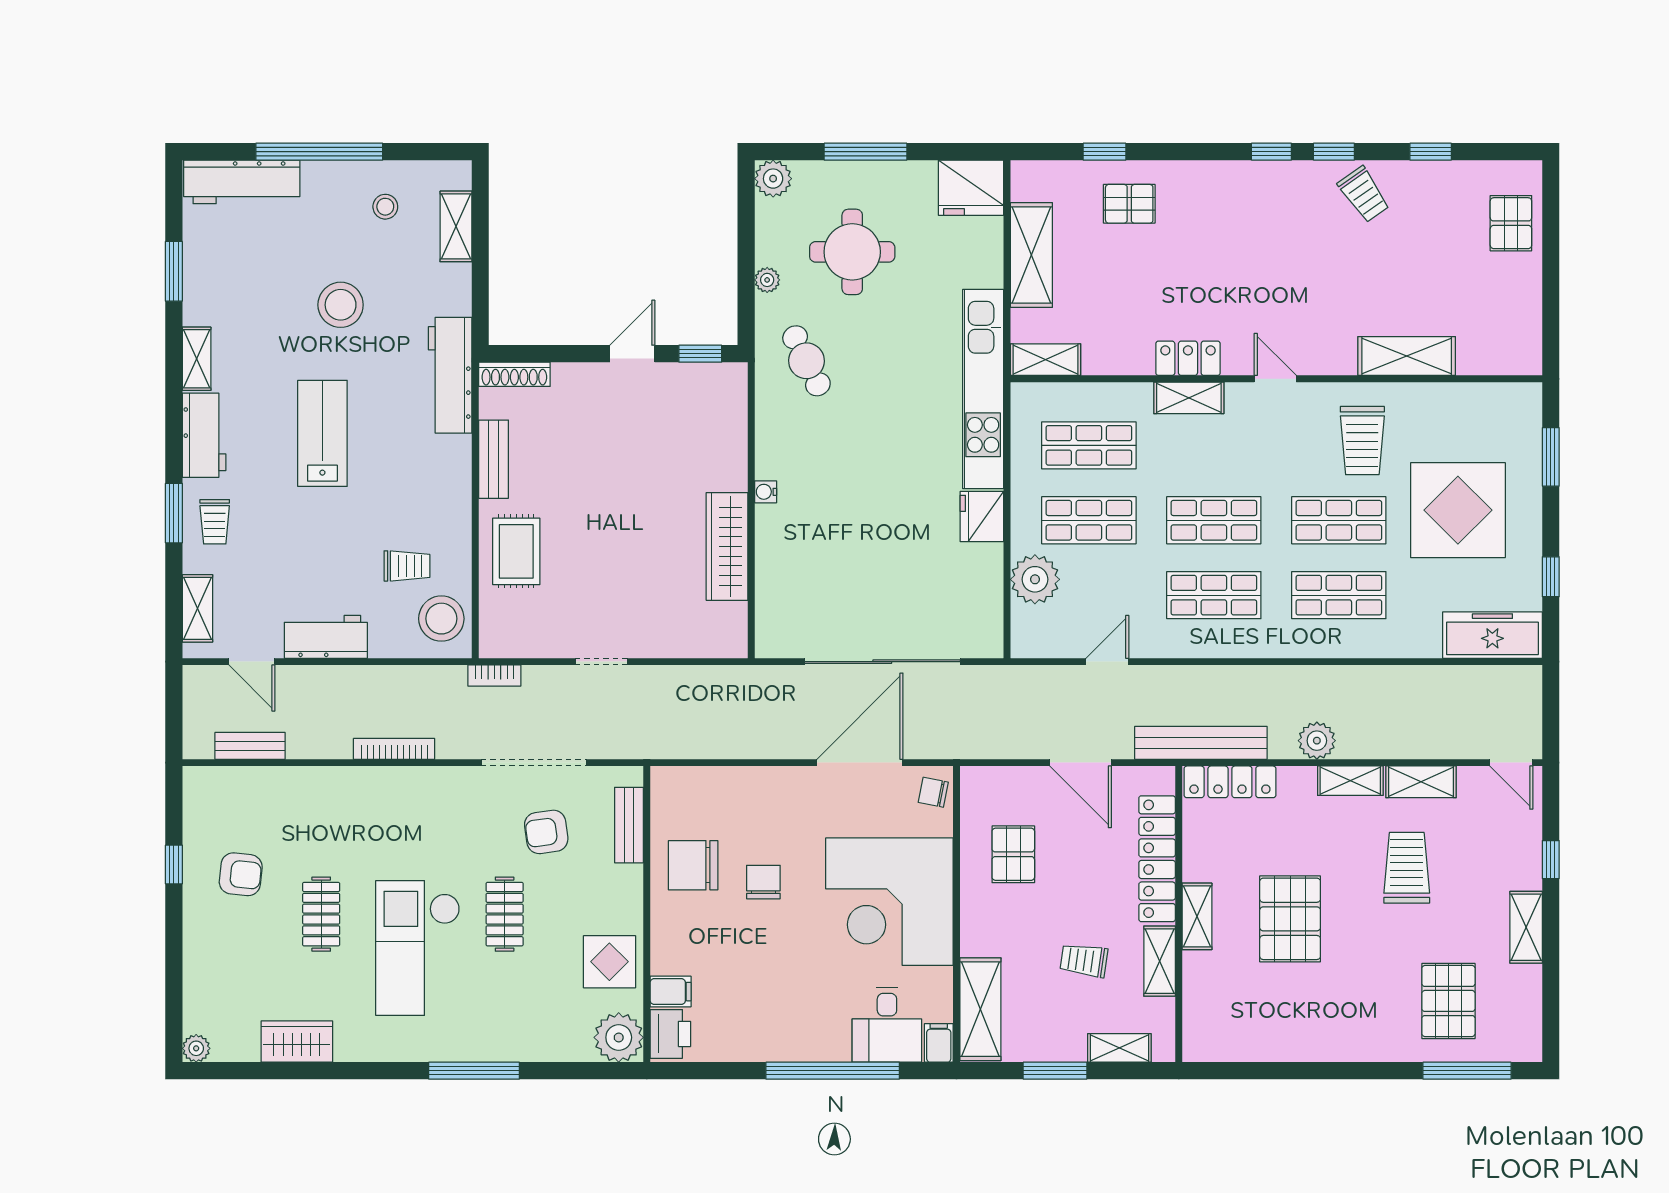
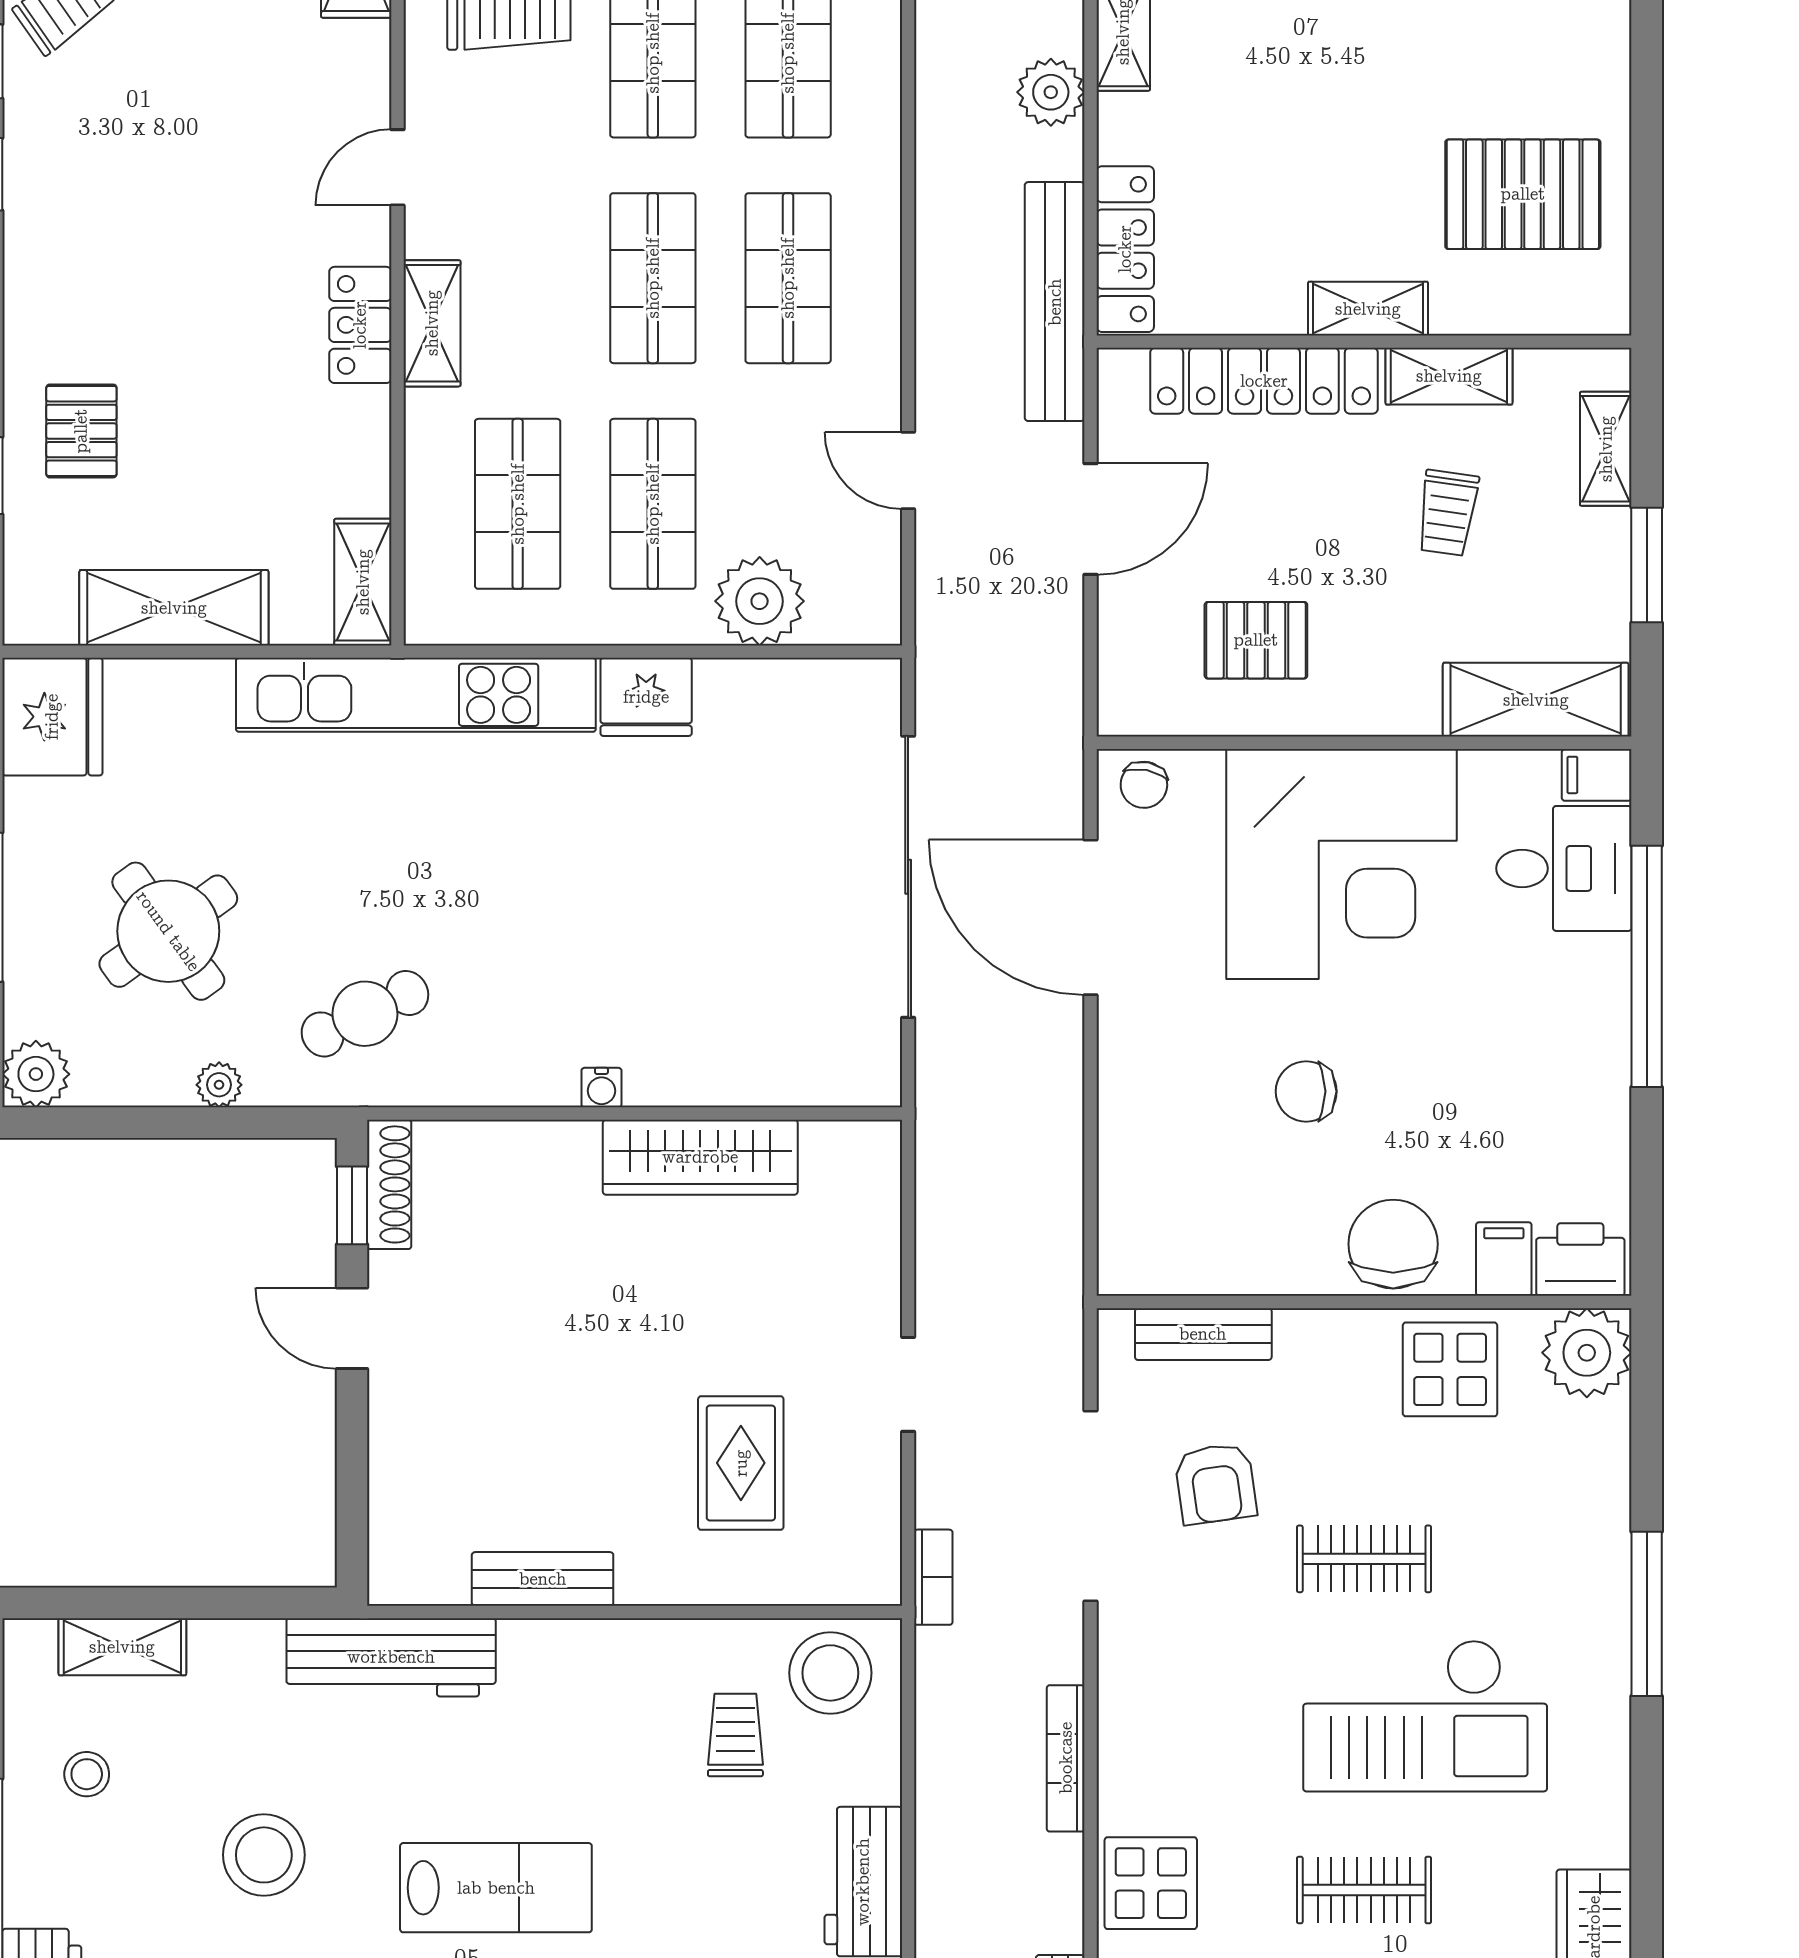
round table: (852, 252) -> (168, 931), turned -36
shoe rack: (514, 374) -> (389, 1184), moved
lab bench: (322, 433) -> (496, 1888), turned 180
rug: (516, 551) -> (741, 1463), moved, turned 90
display table: (325, 796) -> (1151, 1883), added
chair: (693, 865) -> (1393, 1244), moved, turned 180
pallet: (1290, 919) -> (1523, 194), moved

